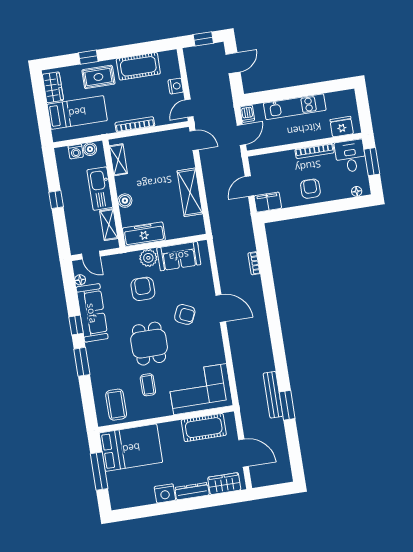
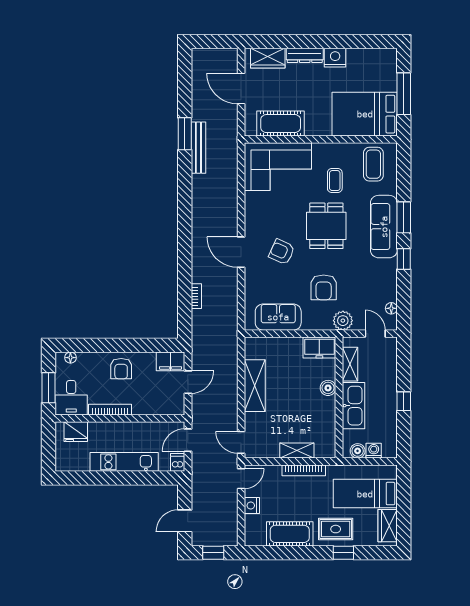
shelving: (118, 160) -> (297, 451), moved, turned 90
freezer: (144, 234) -> (319, 348), width x0.71
plant: (148, 258) -> (343, 321), moved
sofa: (92, 313) -> (384, 227), moved

